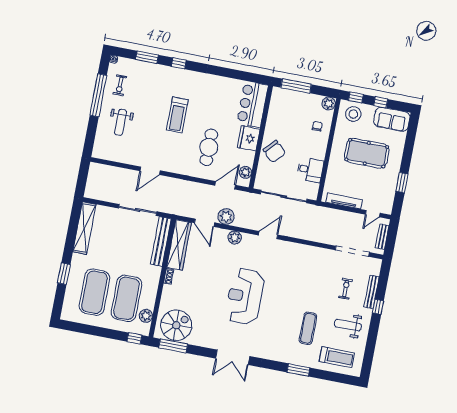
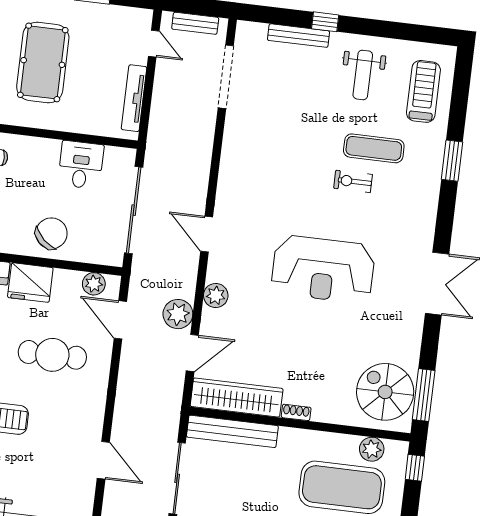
exercise bike: (346, 289) -> (353, 181), moved

